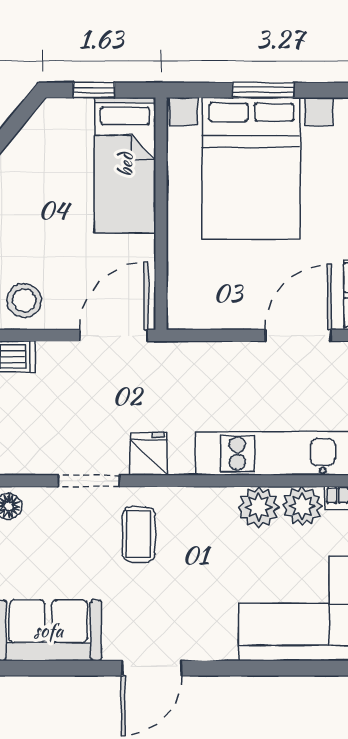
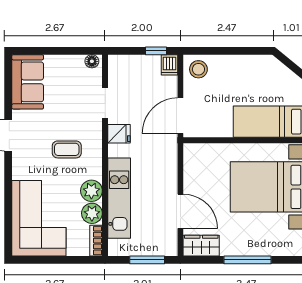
door: (114, 335) -> (180, 116), swing flipped
coffee table: (139, 534) -> (67, 149), moved

